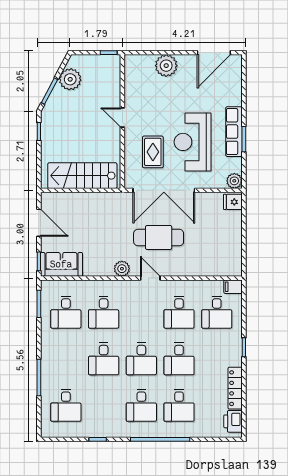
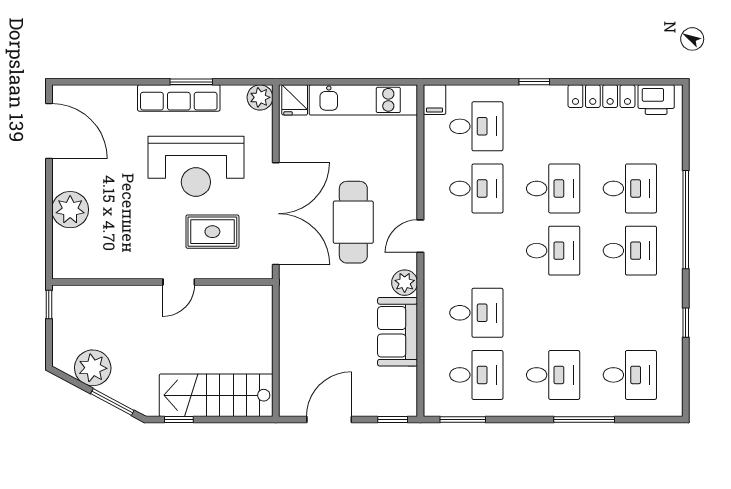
door: (122, 117) -> (179, 282), moved
stairs: (82, 176) -> (216, 395), moved, turned 90
kitchen unit: (233, 244) -> (363, 100), added
sofa: (61, 264) -> (398, 332), moved
desk: (104, 359) -> (553, 375), moved

